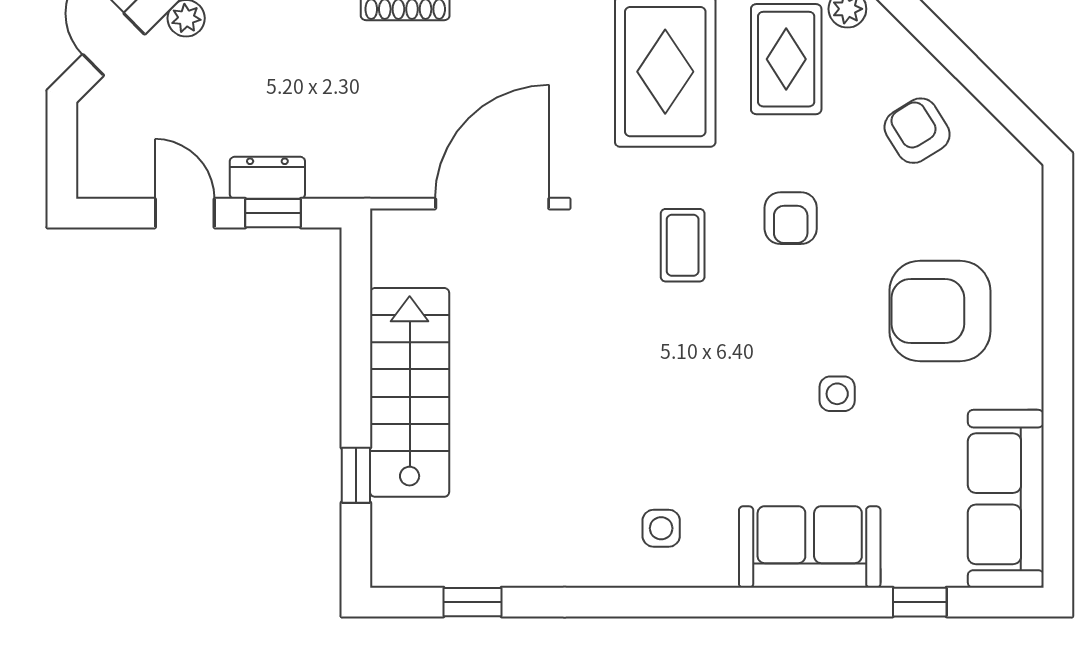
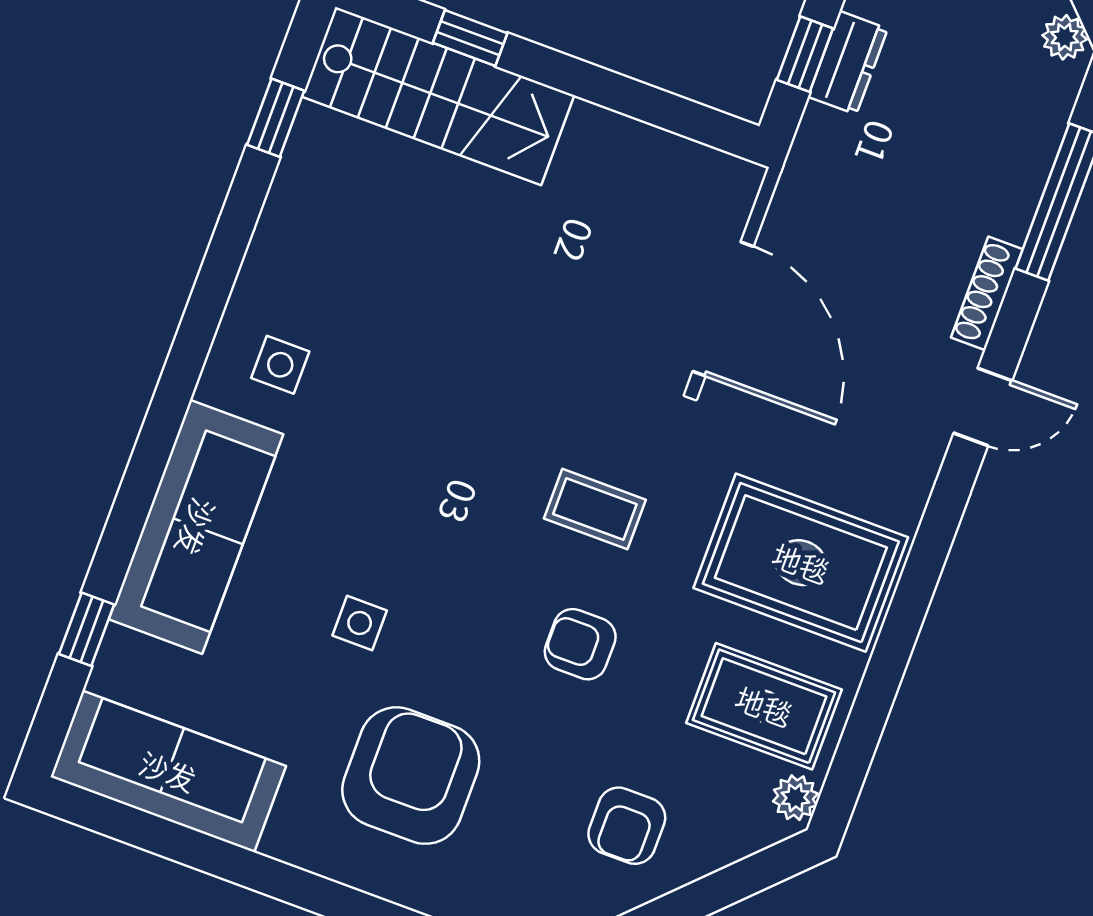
armchair: (917, 131) -> (627, 826), turned 122
stairs: (410, 392) -> (438, 96), moved
sofa: (810, 547) -> (196, 527), width x1.36

